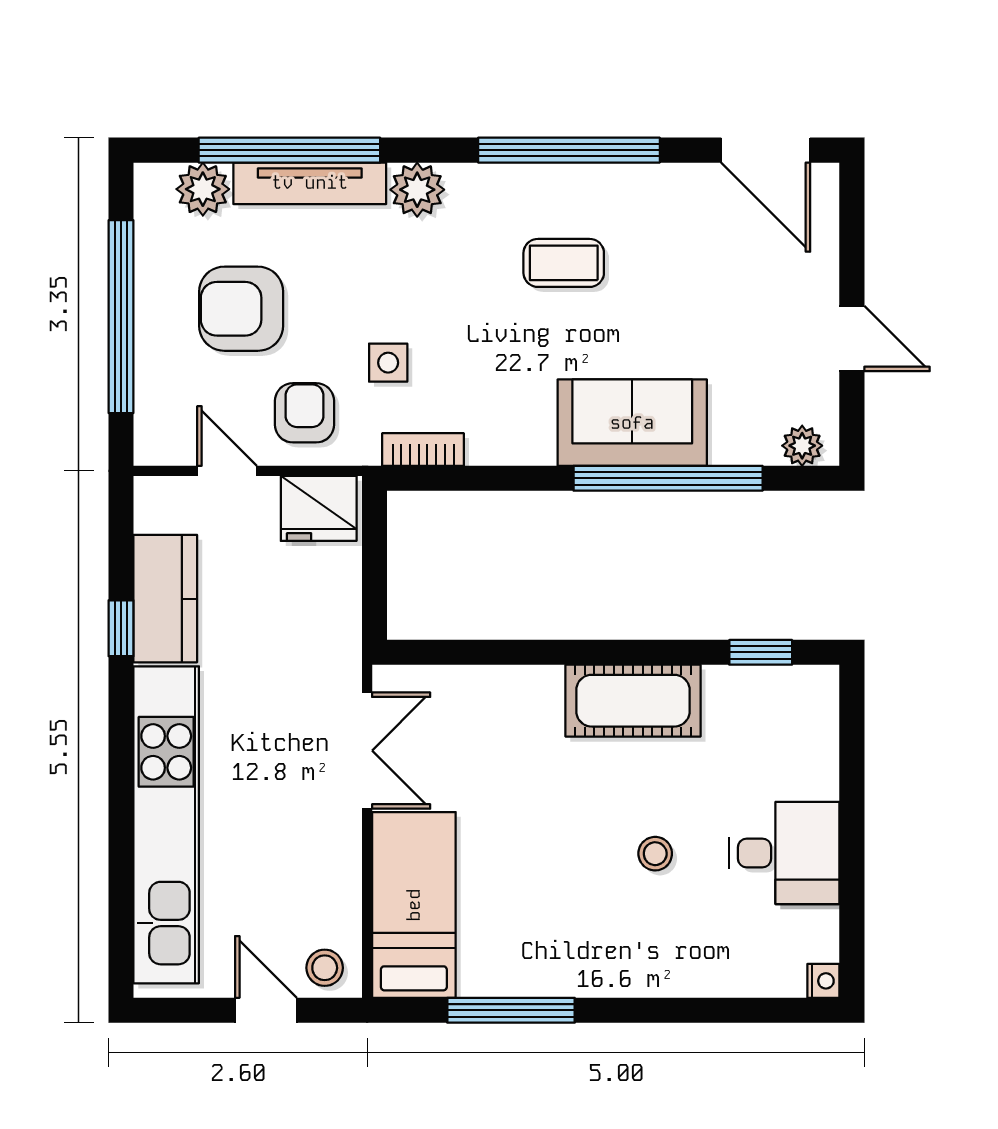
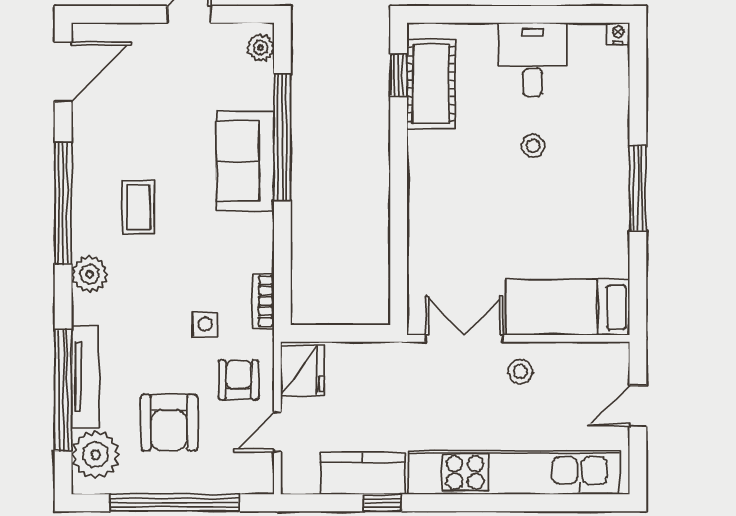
plant: (203, 189) -> (96, 455), width x1.36, depth x1.36
plant: (417, 190) -> (90, 274), moved
armchair: (305, 413) -> (239, 380), turned 90
cot: (633, 701) -> (431, 84), moved
stool: (325, 968) -> (520, 371), moved
window: (511, 1010) -> (638, 188), moved

